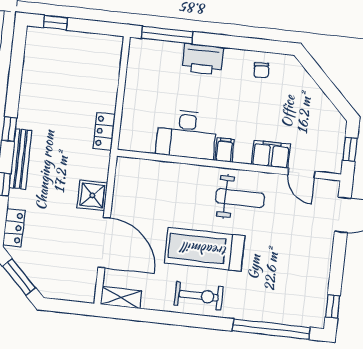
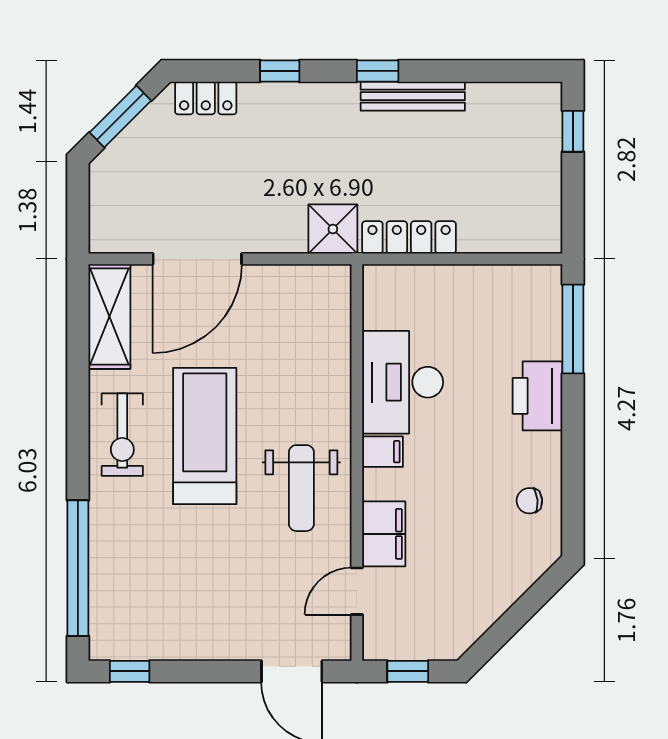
locker: (104, 131) -> (409, 237), width x1.53
bench: (20, 159) -> (413, 96), moved
shower: (92, 195) -> (333, 229), moved
shelving: (121, 298) -> (109, 316), width x1.50, depth x1.33

